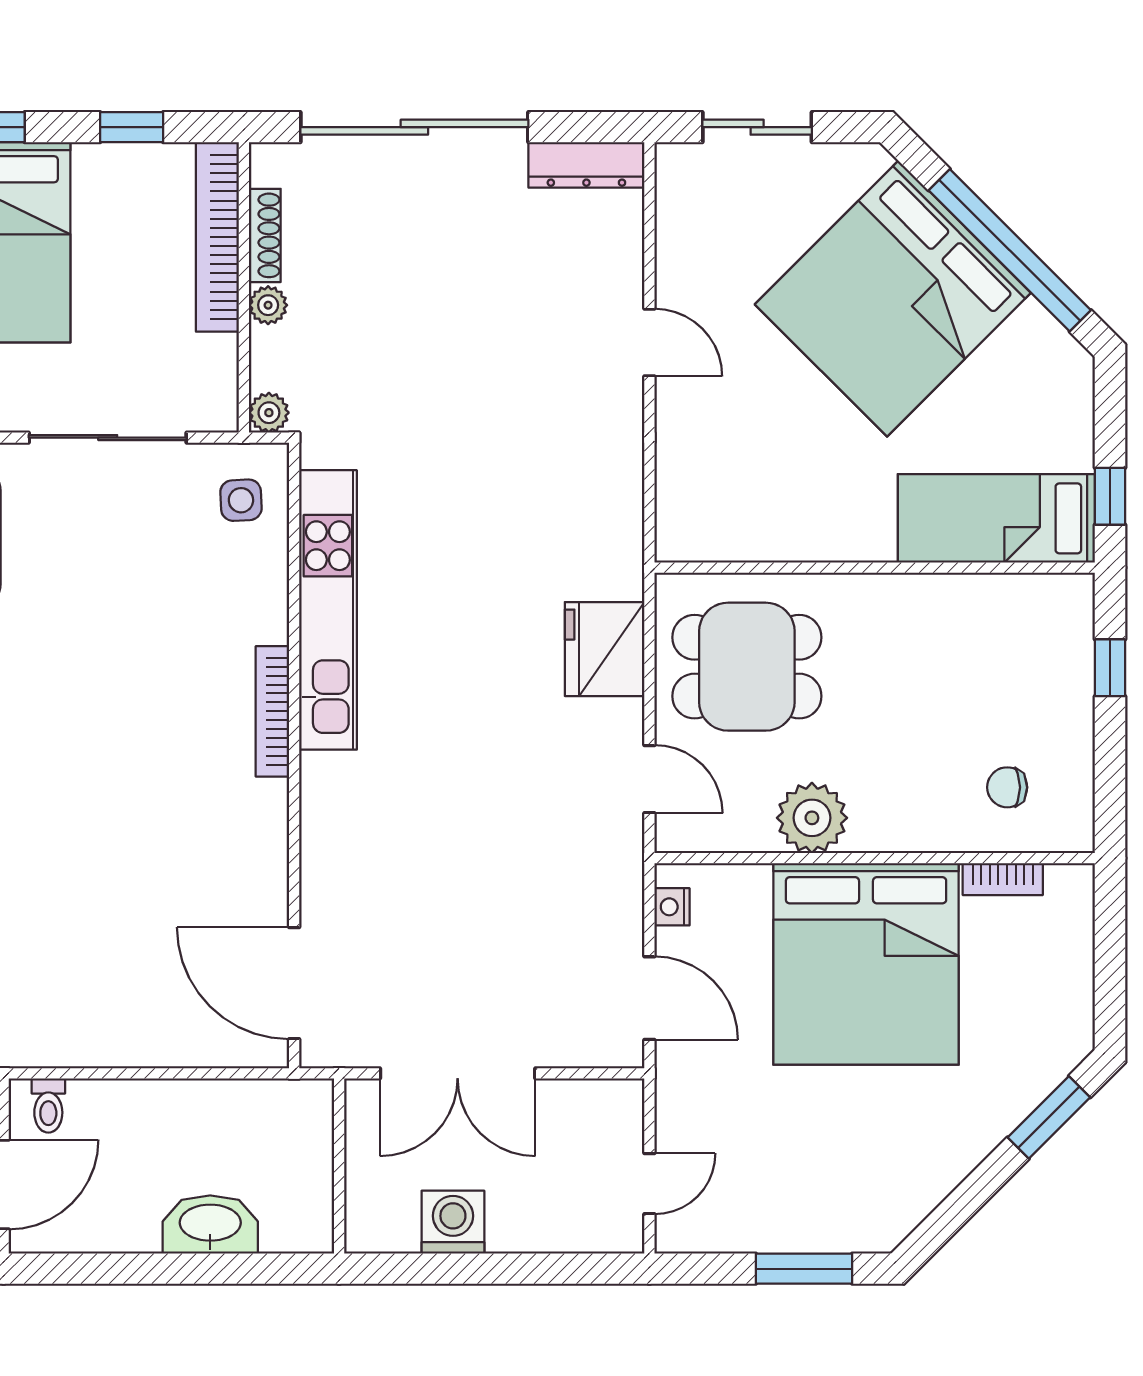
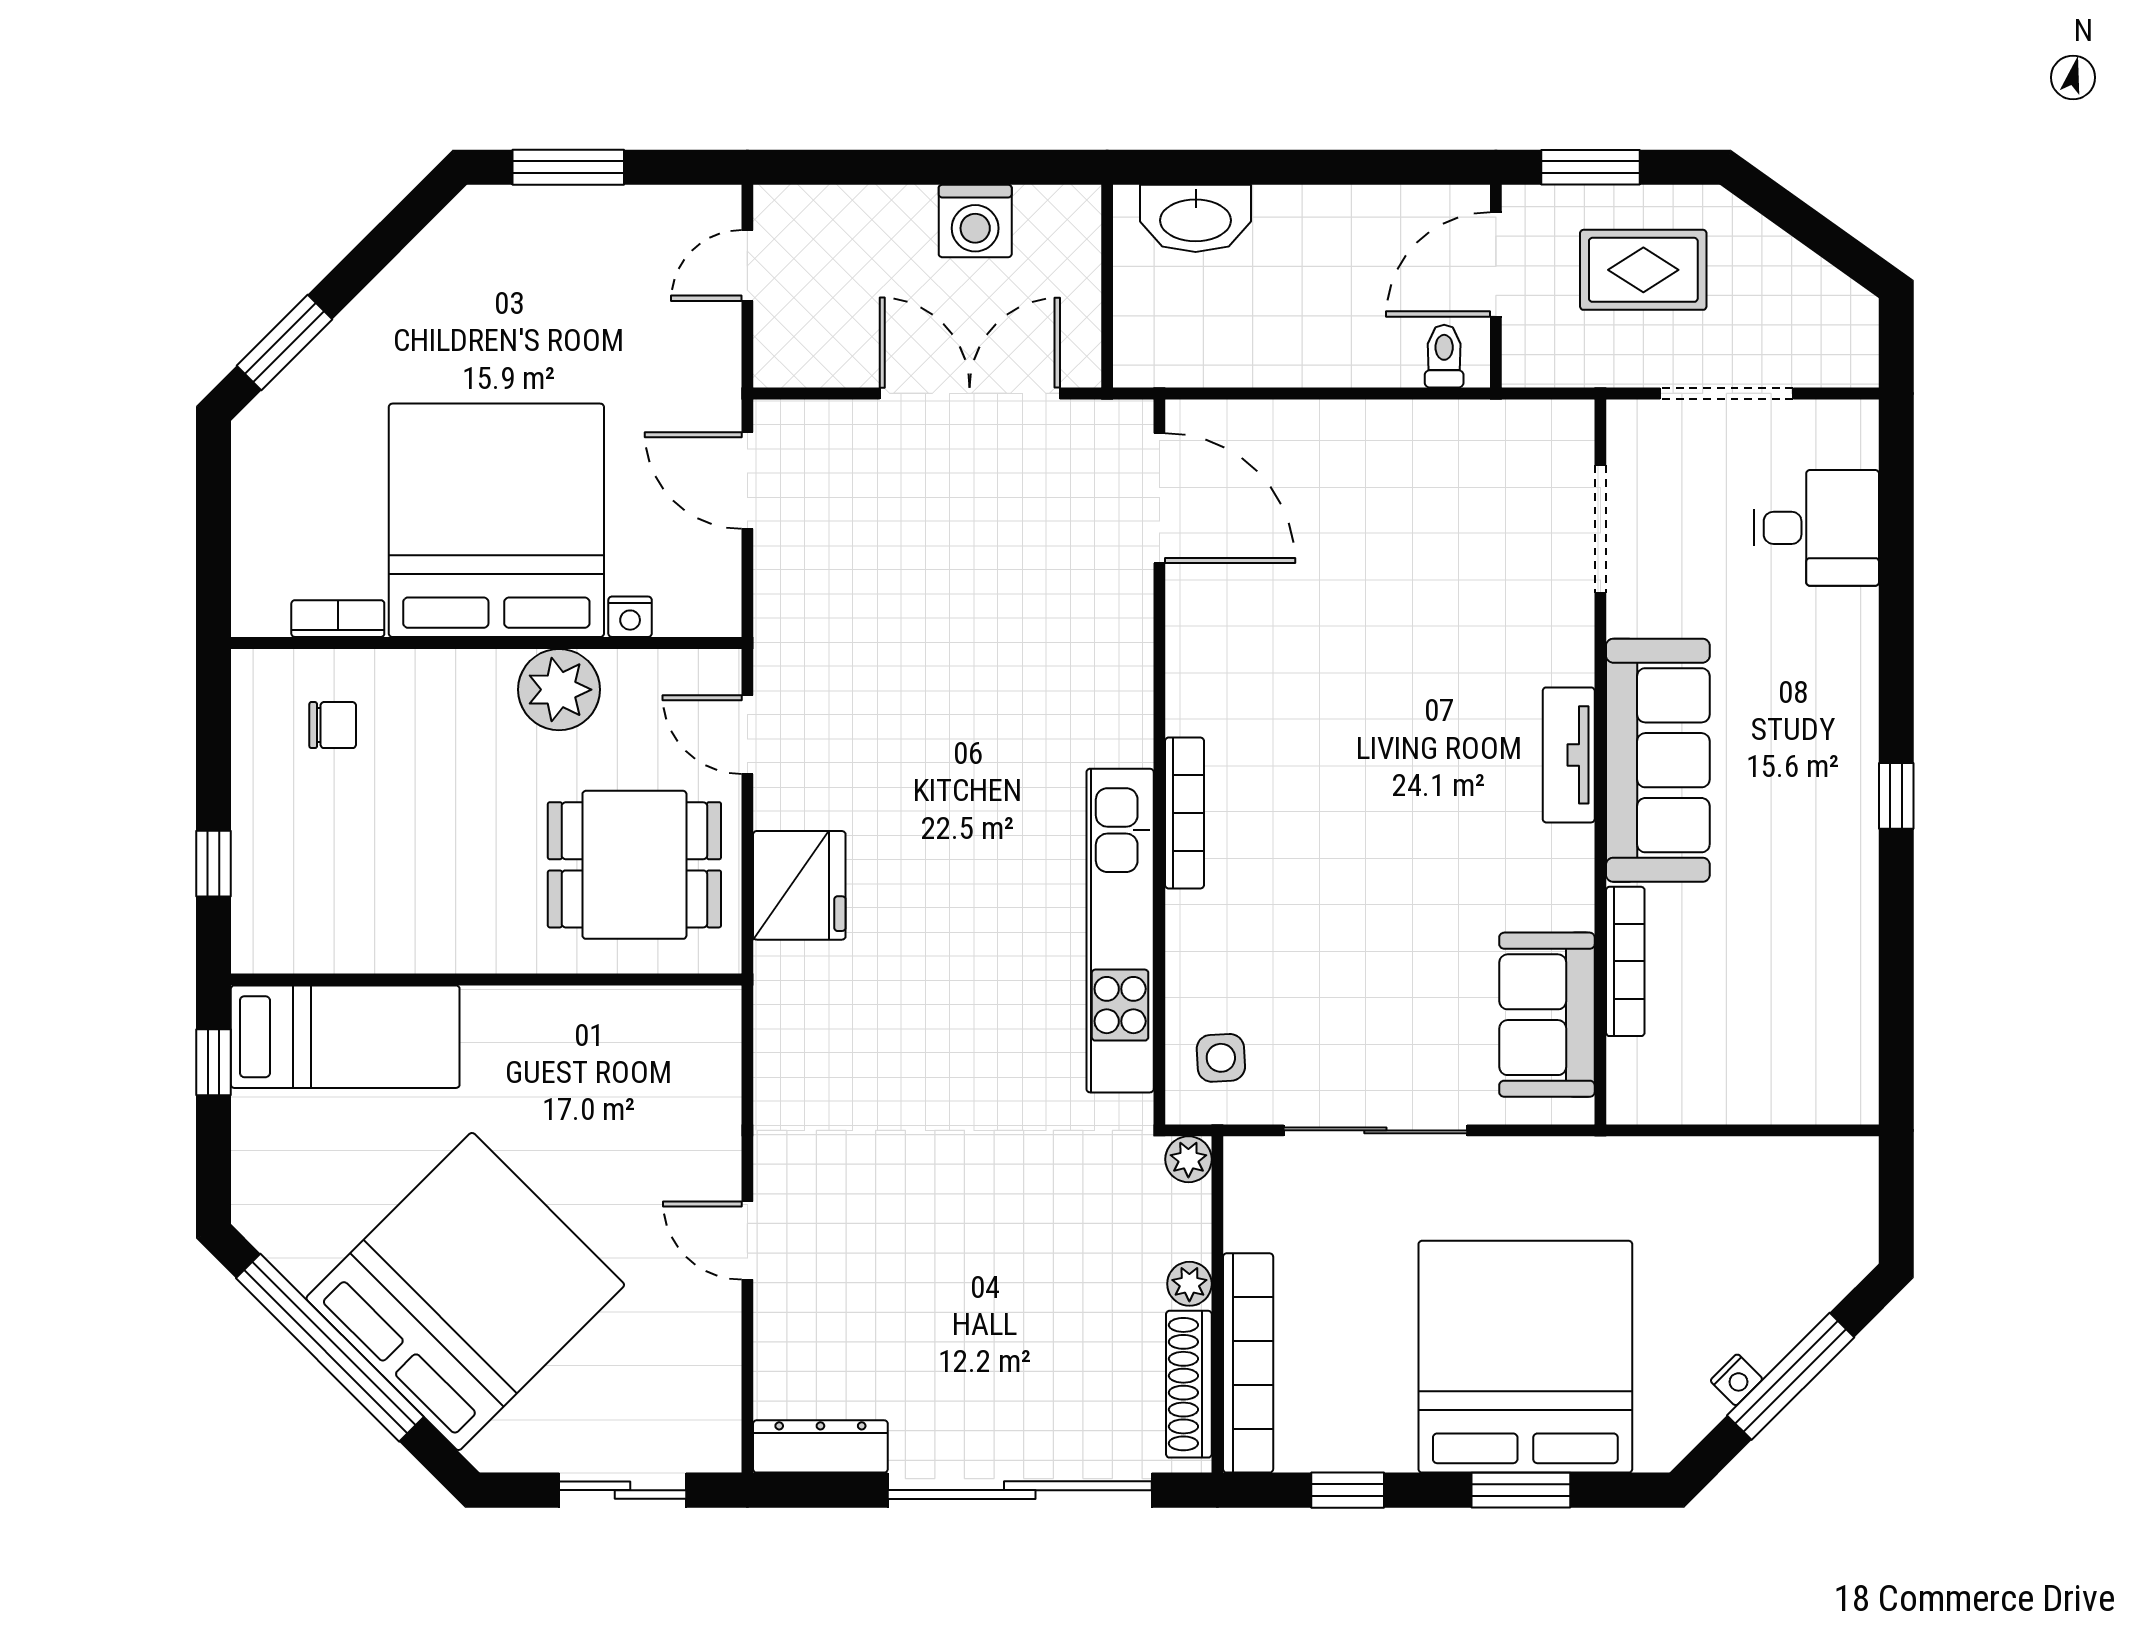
shoe rack: (265, 235) -> (1189, 1384), width x1.36, depth x1.24
nightstand: (672, 907) -> (630, 617), moved, turned 90
washbasin: (210, 1224) -> (1196, 218), moved

